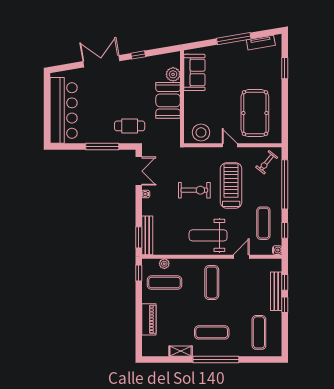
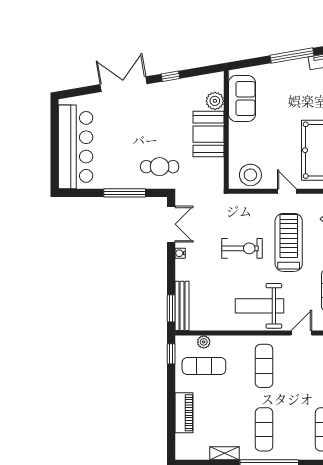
exercise mat: (212, 332) -> (264, 429), turned 90

